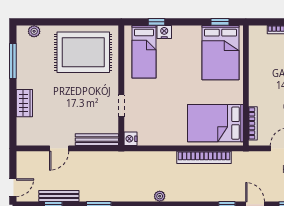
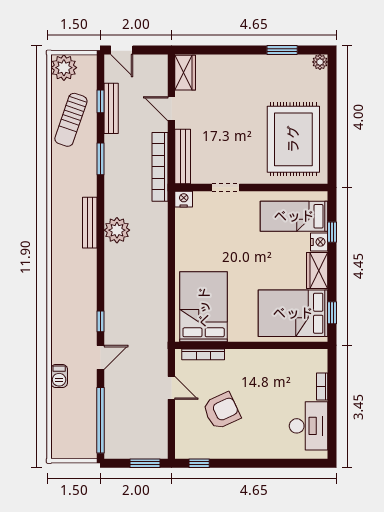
plant: (34, 31) -> (320, 62), moved
wardrobe: (187, 34) -> (317, 270), added
window: (13, 61) -> (282, 50), width x0.69
wardrobe: (24, 103) -> (185, 73), moved, turned -90
bookcase: (204, 157) -> (160, 167), moved
plant: (160, 196) -> (117, 230), width x1.87, depth x1.87

